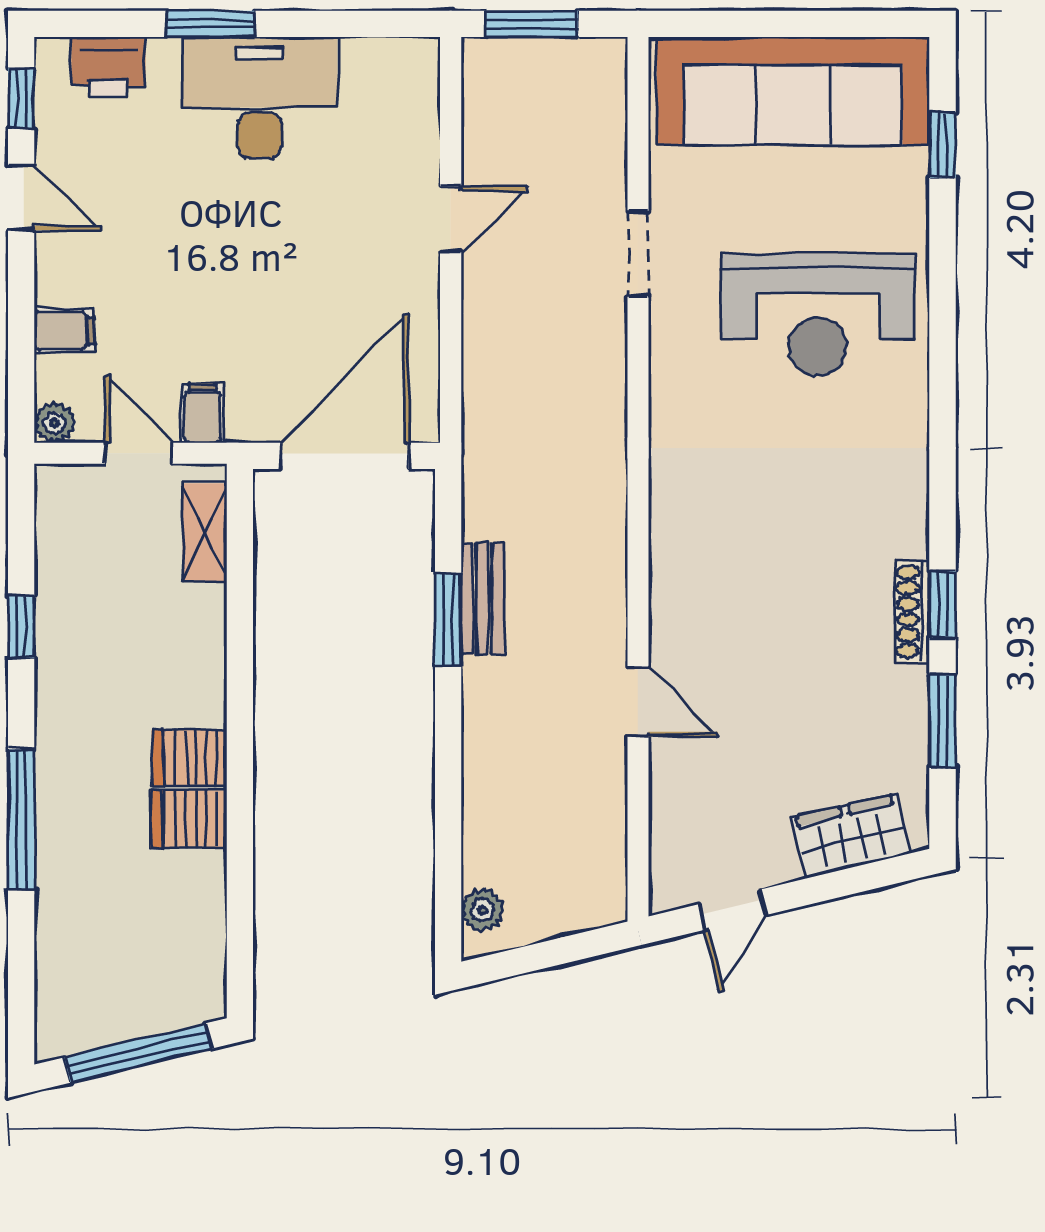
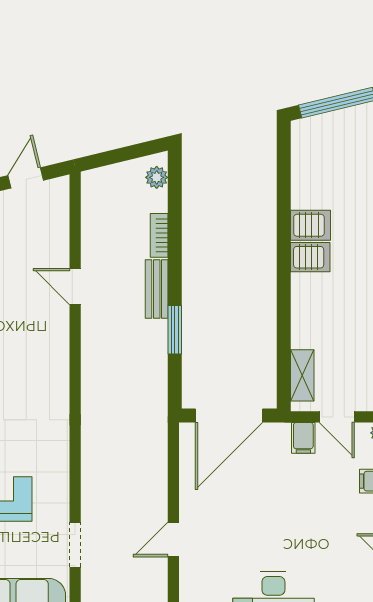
doorway: (638, 253) -> (75, 545), moved
bench: (482, 599) -> (157, 289), moved
bookcase: (478, 800) -> (159, 235), added

